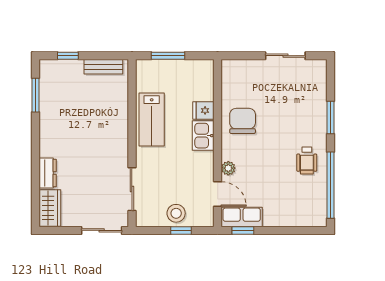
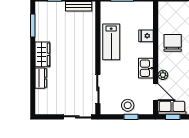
kitchen sink: (203, 136) -> (146, 68), moved
wardrobe: (50, 208) -> (42, 54), moved

